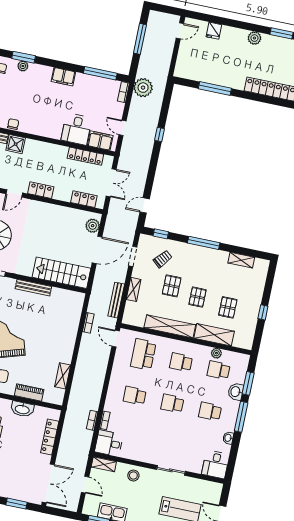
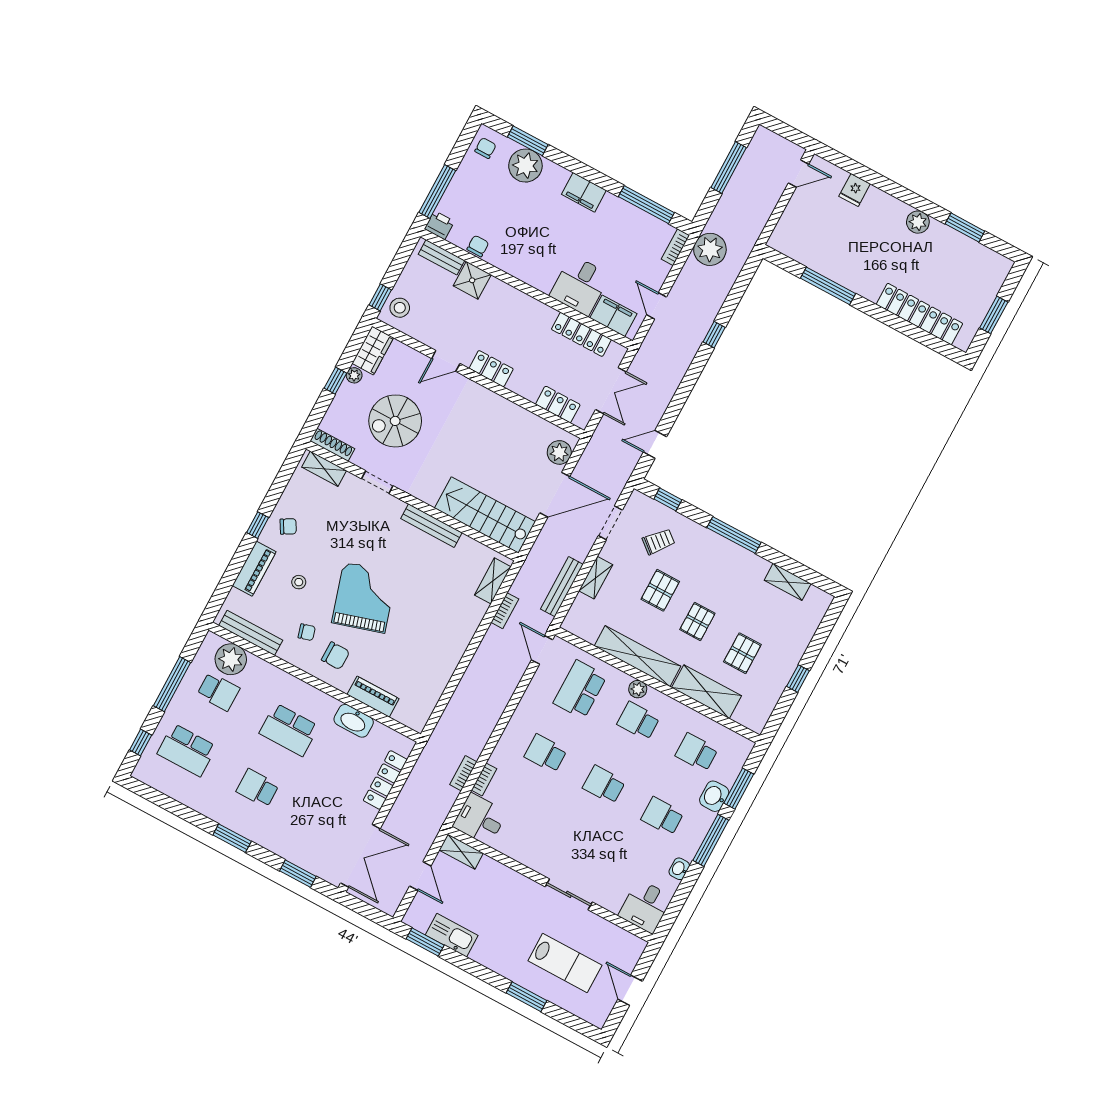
plant: (23, 66) -> (525, 166), width x1.88, depth x1.88
plant: (216, 353) -> (638, 689), moved
shelving: (63, 376) -> (493, 581), moved
stool: (133, 476) -> (505, 885), removed

